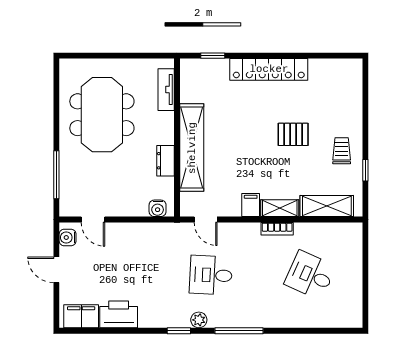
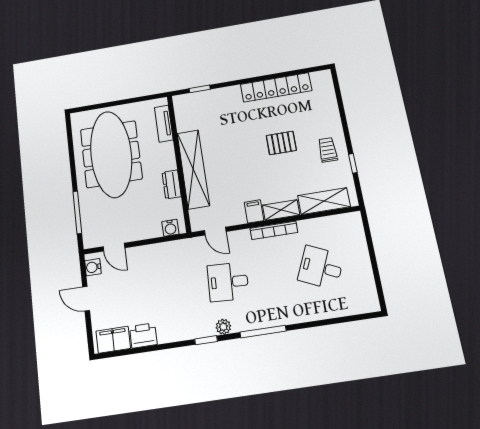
locker: (269, 69) -> (276, 87), moved
meeting table: (102, 115) -> (111, 154), width x1.36
bookcase: (277, 229) -> (274, 230), width x1.56
printer: (119, 314) -> (143, 335), width x0.73, depth x0.84

